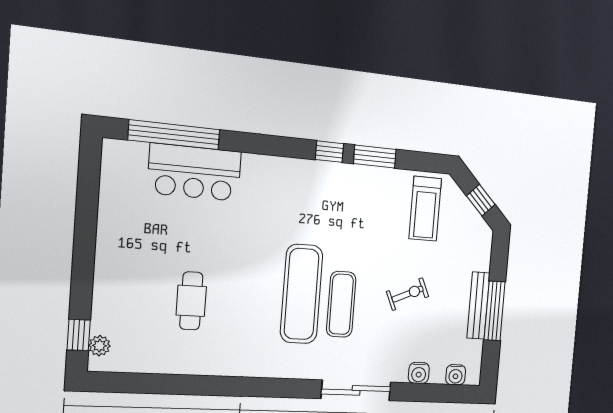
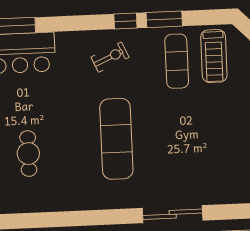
exercise bike: (408, 294) -> (110, 57), moved
exercise mat: (341, 304) -> (177, 61), moved
water cooler: (419, 373) -> (226, 195), removed

